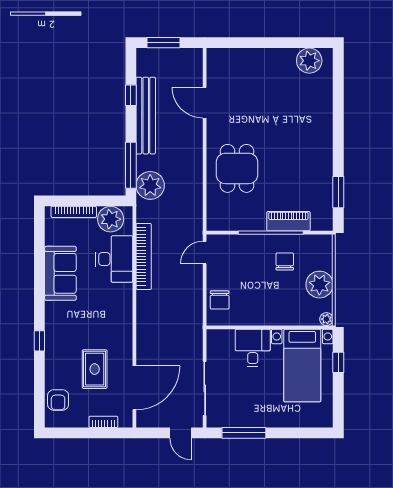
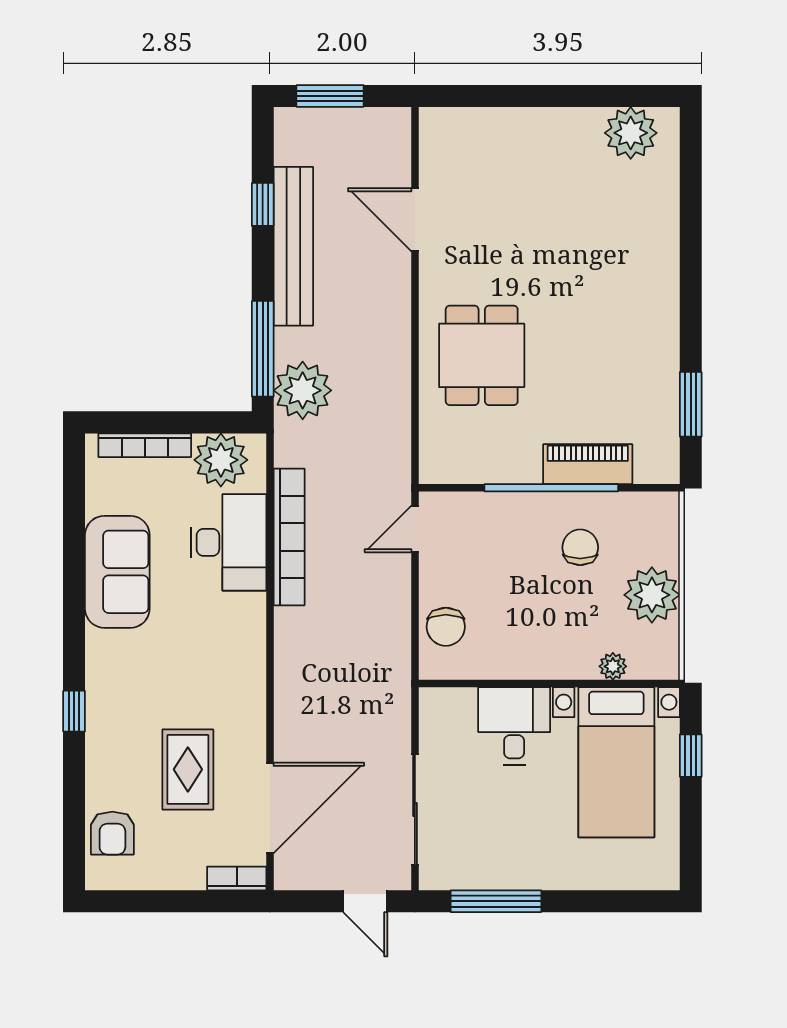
plant: (326, 319) -> (613, 666), moved
bookcase: (103, 422) -> (237, 878), moved

